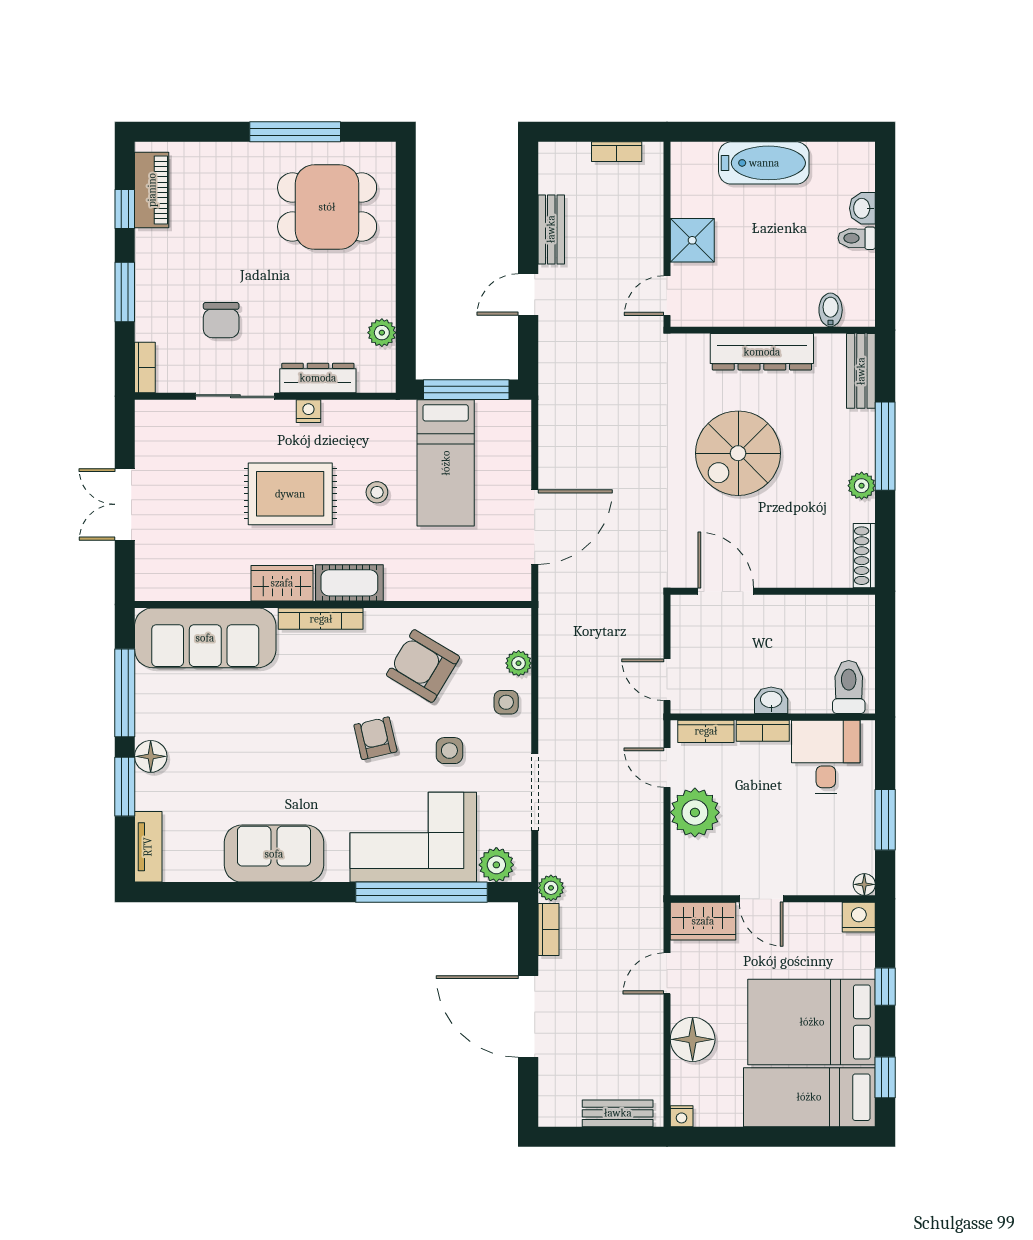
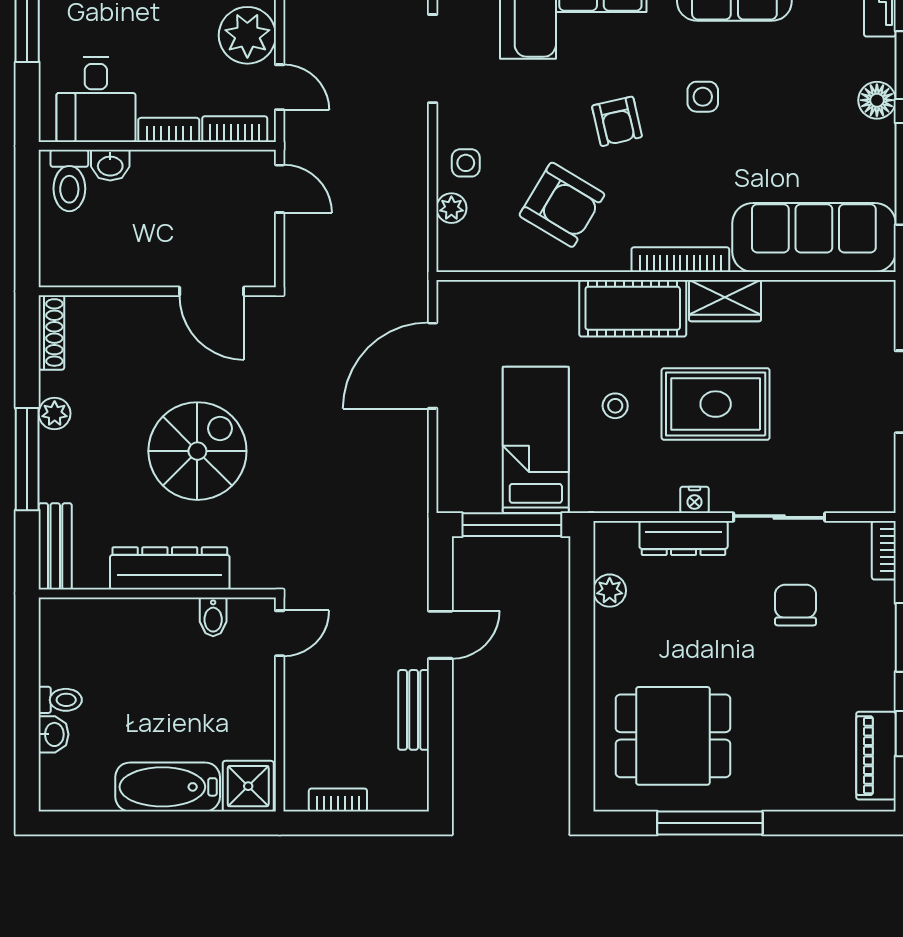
shower: (692, 240) -> (248, 786), moved
bidet: (831, 310) -> (213, 617), moved
cot: (349, 583) -> (633, 308), width x1.37, depth x1.34
washbasin: (771, 700) -> (110, 165), moved
side table: (449, 751) -> (703, 97), moved

